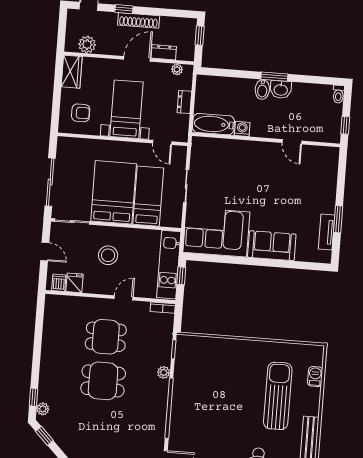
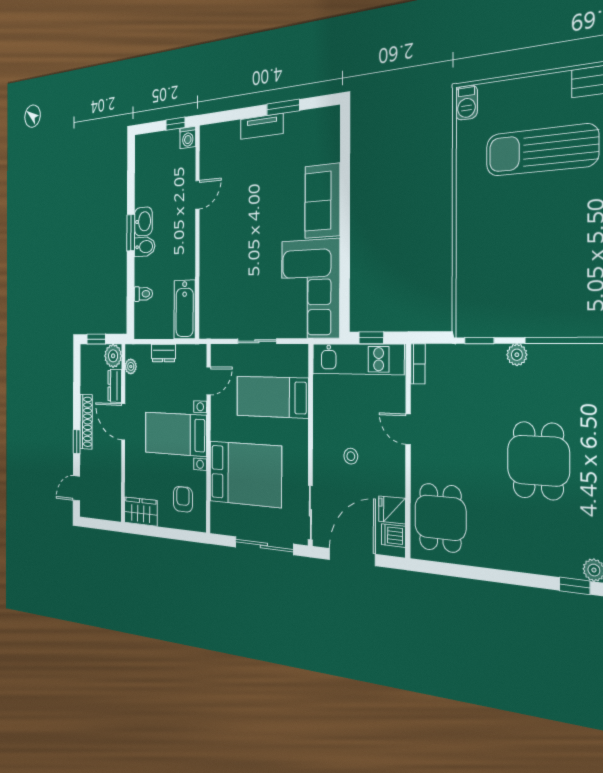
plant: (87, 45) -> (113, 356), moved
toilet: (338, 94) -> (143, 294), moved
washing machine: (242, 129) -> (188, 138), moved, turned -90
bed: (114, 192) -> (245, 474), moved, turned 180
tv unit: (327, 232) -> (262, 126), moved
door: (45, 251) -> (352, 557), width x1.88
stool: (108, 255) -> (351, 456), width x0.53, depth x0.53
dining table: (106, 337) -> (440, 518), moved
barbecue: (315, 377) -> (466, 102), moved, turned -90

